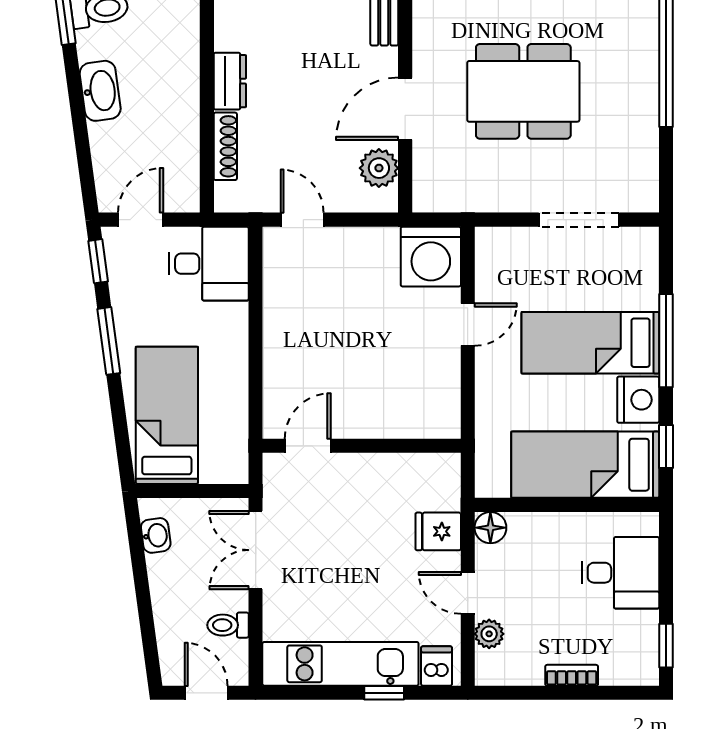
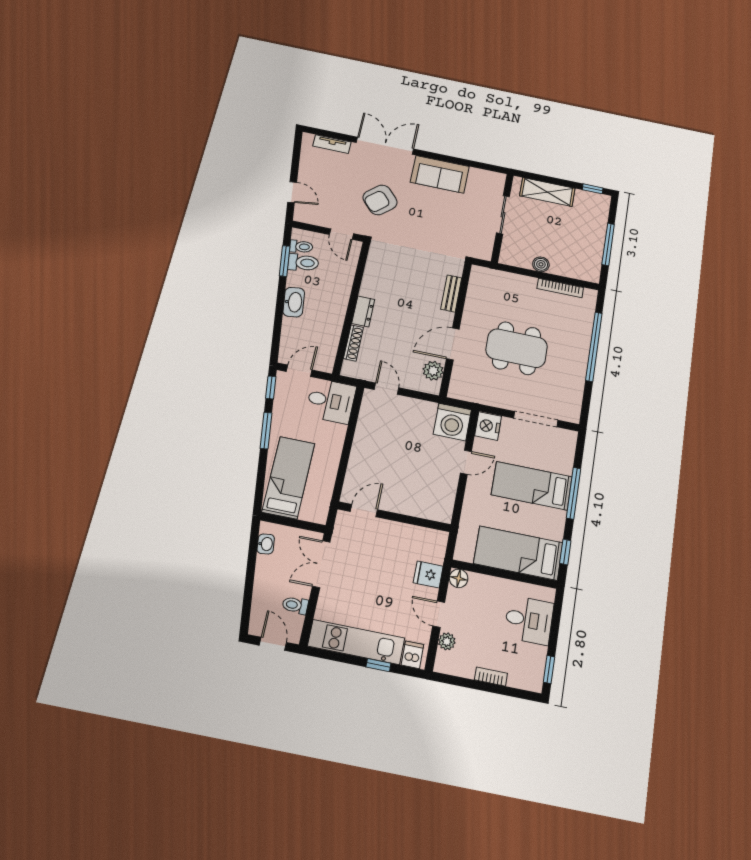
nightstand: (638, 400) -> (488, 426), moved, turned 180

